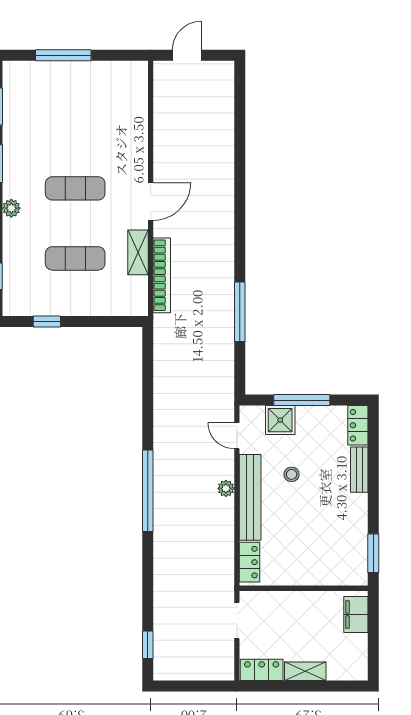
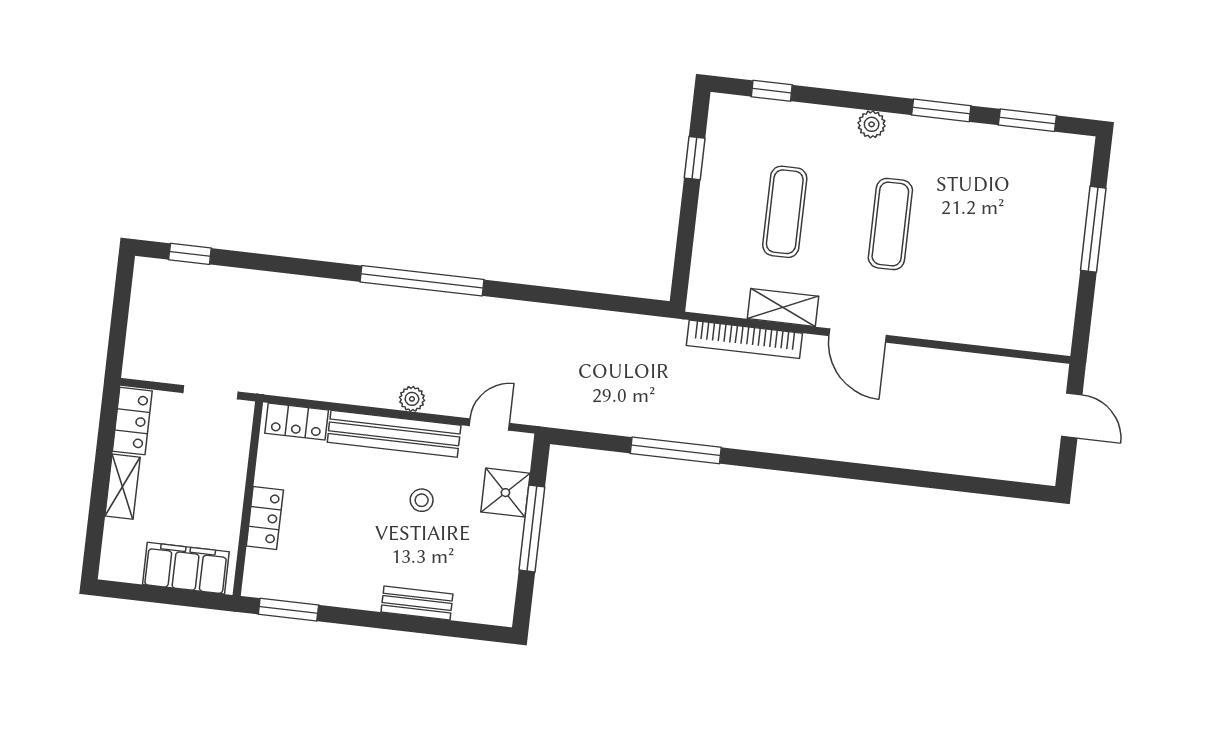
locker: (358, 425) -> (265, 518), moved, turned 90
filing cabinet: (356, 615) -> (186, 568), width x1.50, depth x1.17

